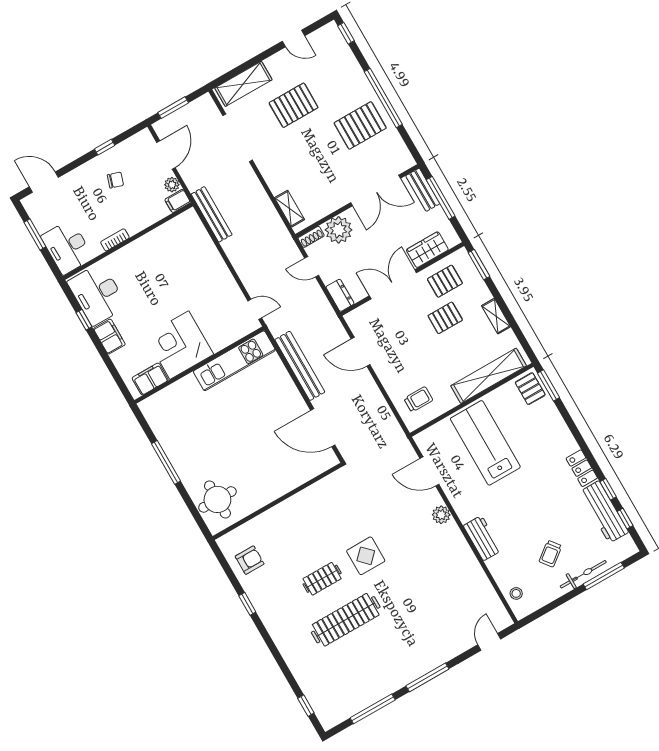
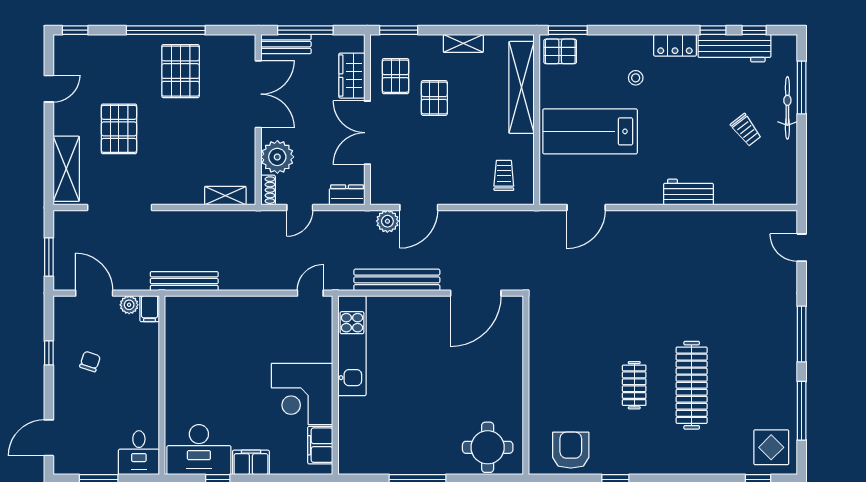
bookcase: (115, 240) -> (153, 398), removed
desk: (67, 247) -> (139, 453), width x0.73
plant: (441, 515) -> (387, 221), moved
display table: (366, 556) -> (771, 447), moved
armchair: (250, 560) -> (571, 450), width x1.38, depth x1.38
stool: (516, 593) -> (636, 78), moved

